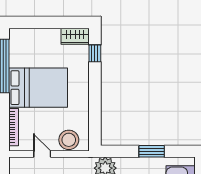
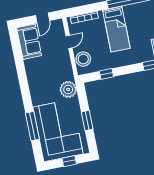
bed: (38, 88) -> (116, 29), width x0.67
window: (95, 113) -> (106, 74), added

